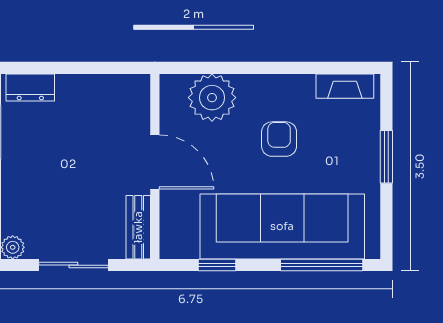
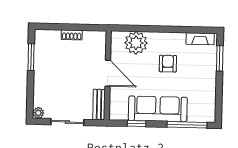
shoe rack: (78, 84) -> (72, 35), added
dresser: (30, 87) -> (49, 36), removed
window: (386, 157) -> (220, 58), moved
sofa: (282, 226) -> (158, 109), width x0.74, depth x0.79

